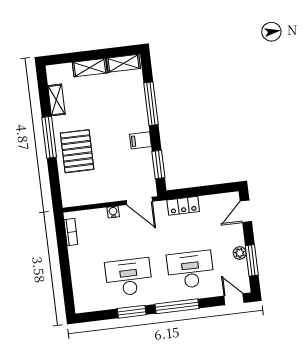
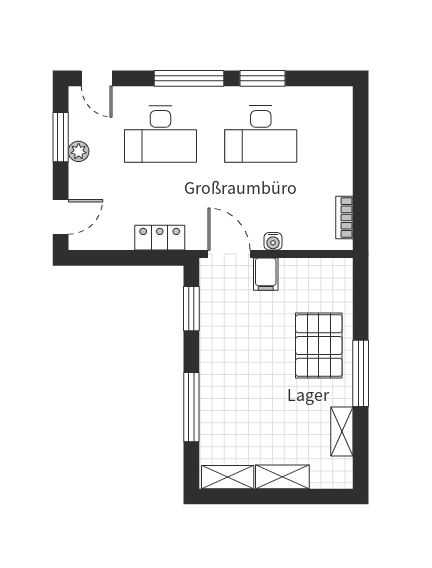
filing cabinet: (141, 140) -> (266, 274), moved, turned 90

